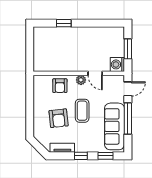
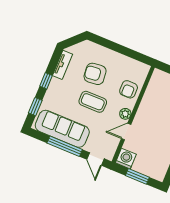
armchair: (60, 86) -> (129, 89), turned -90

